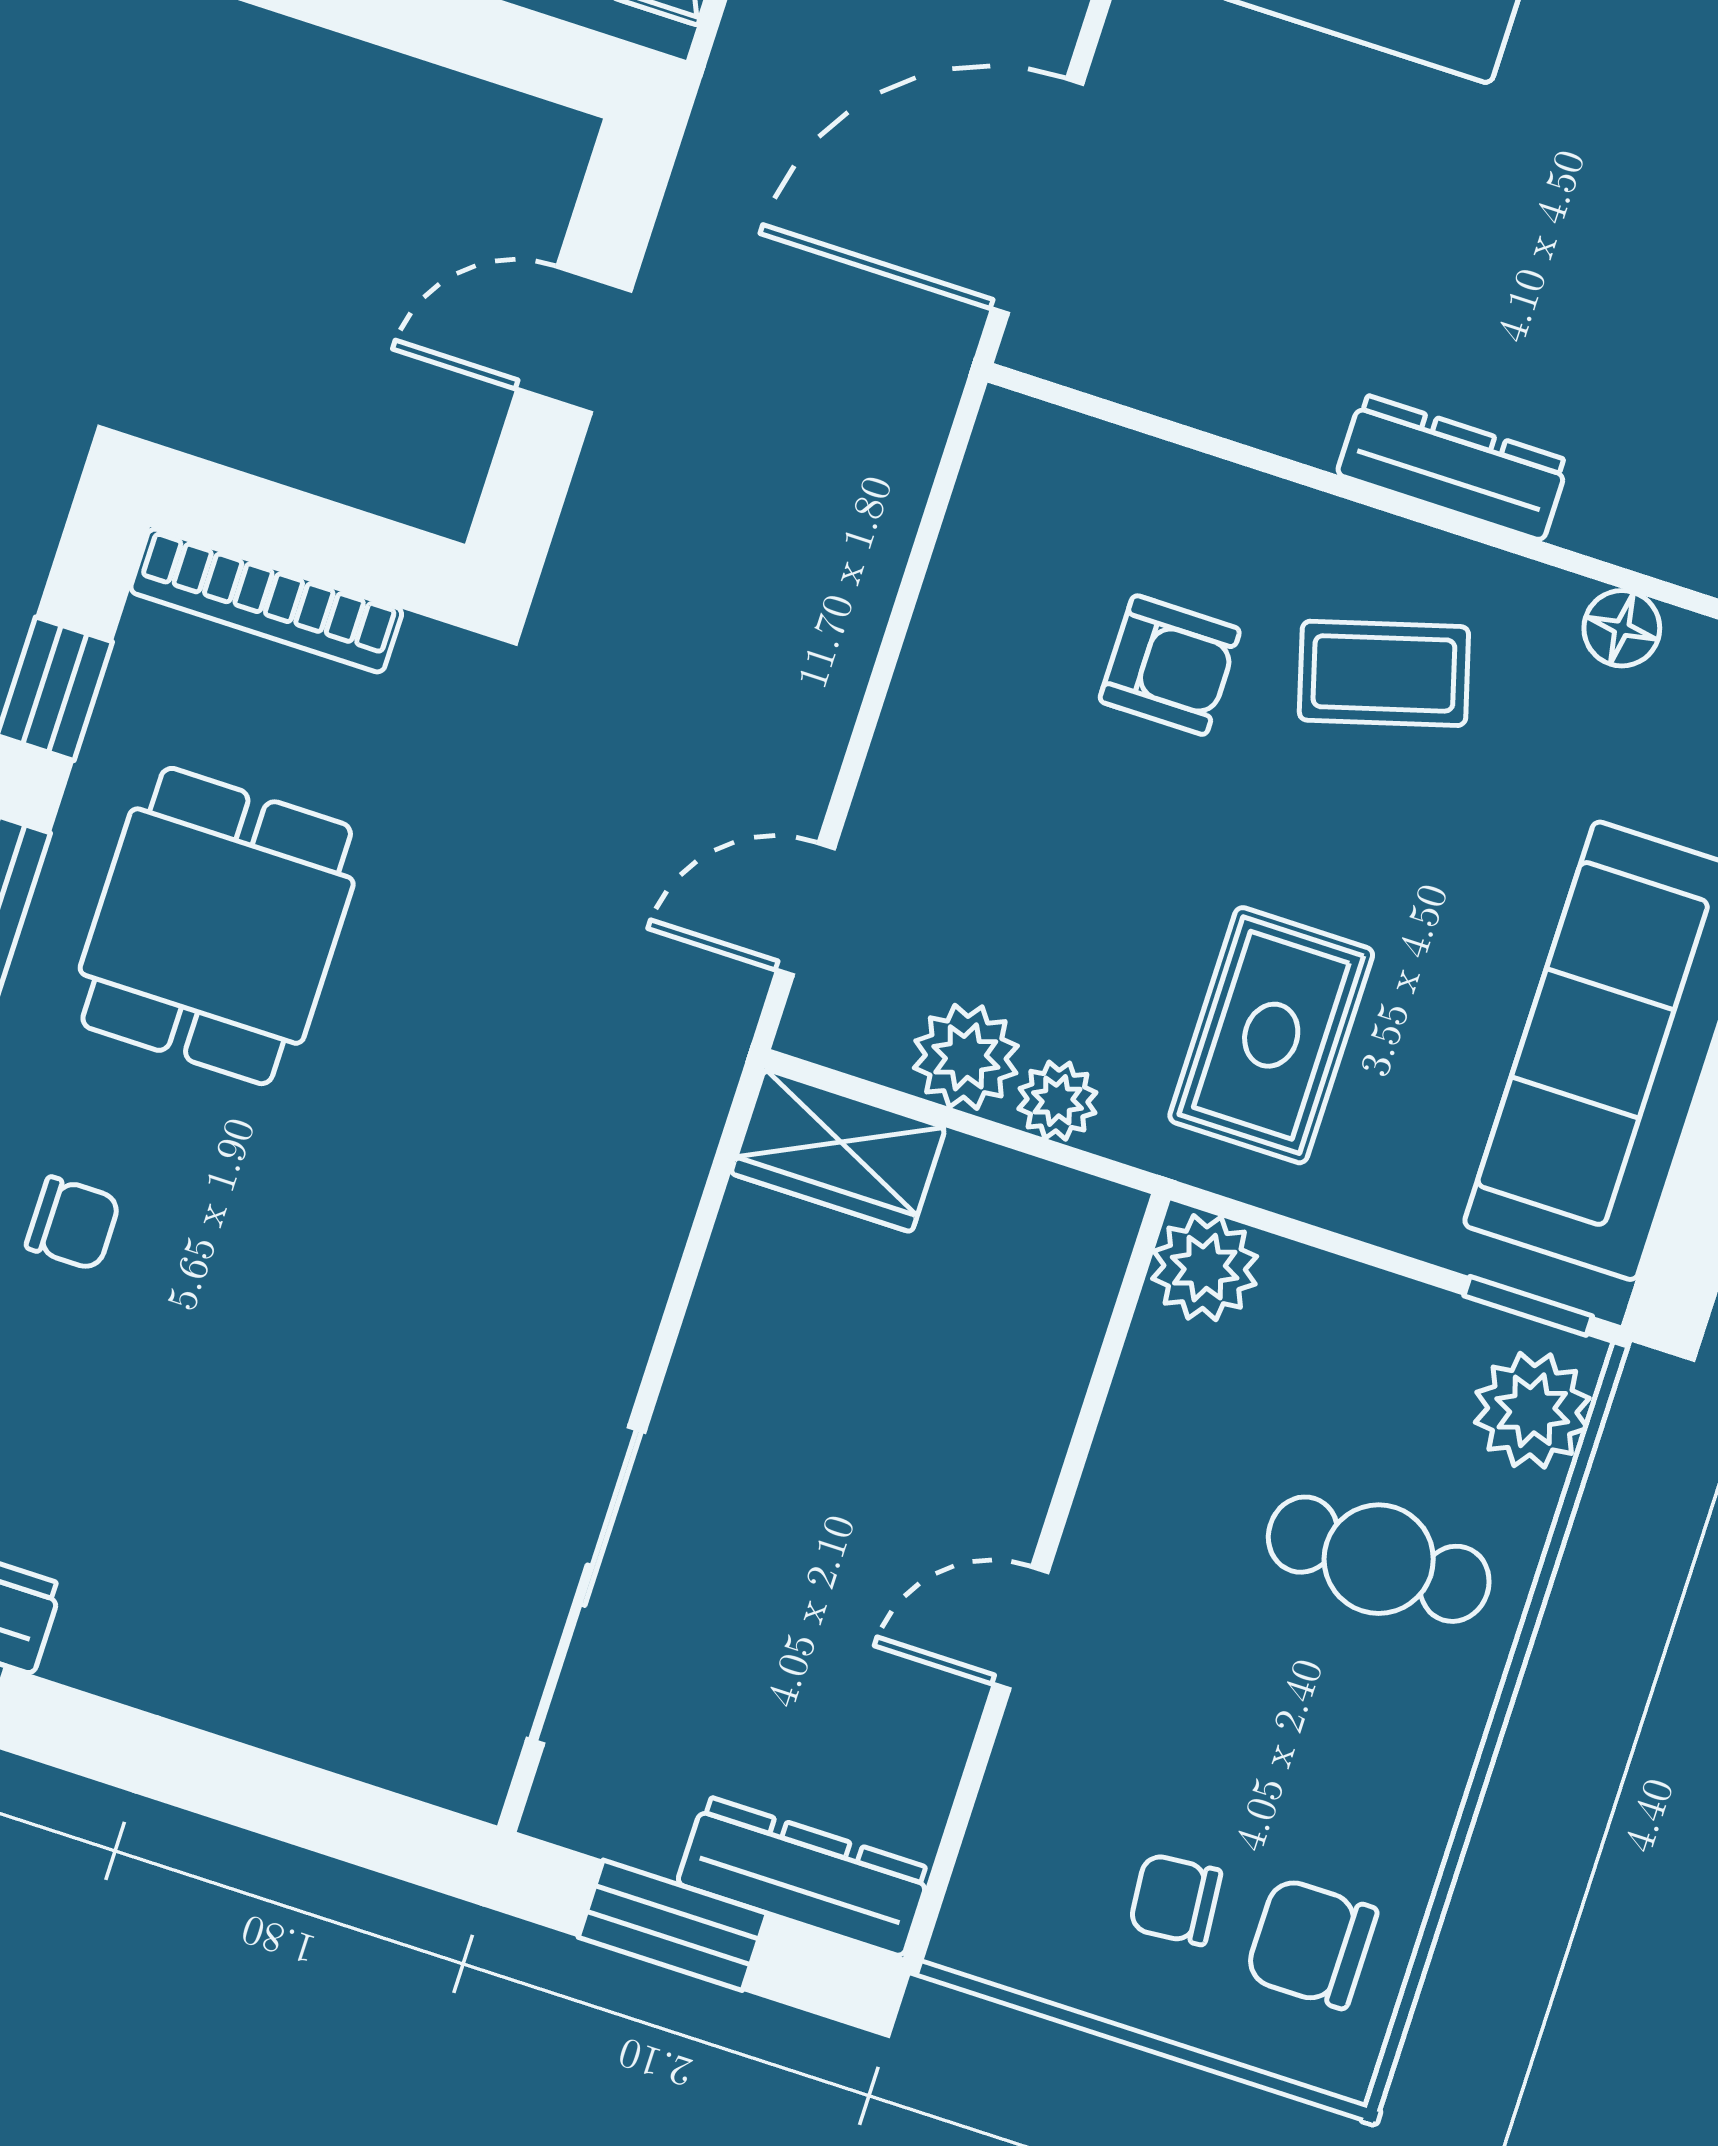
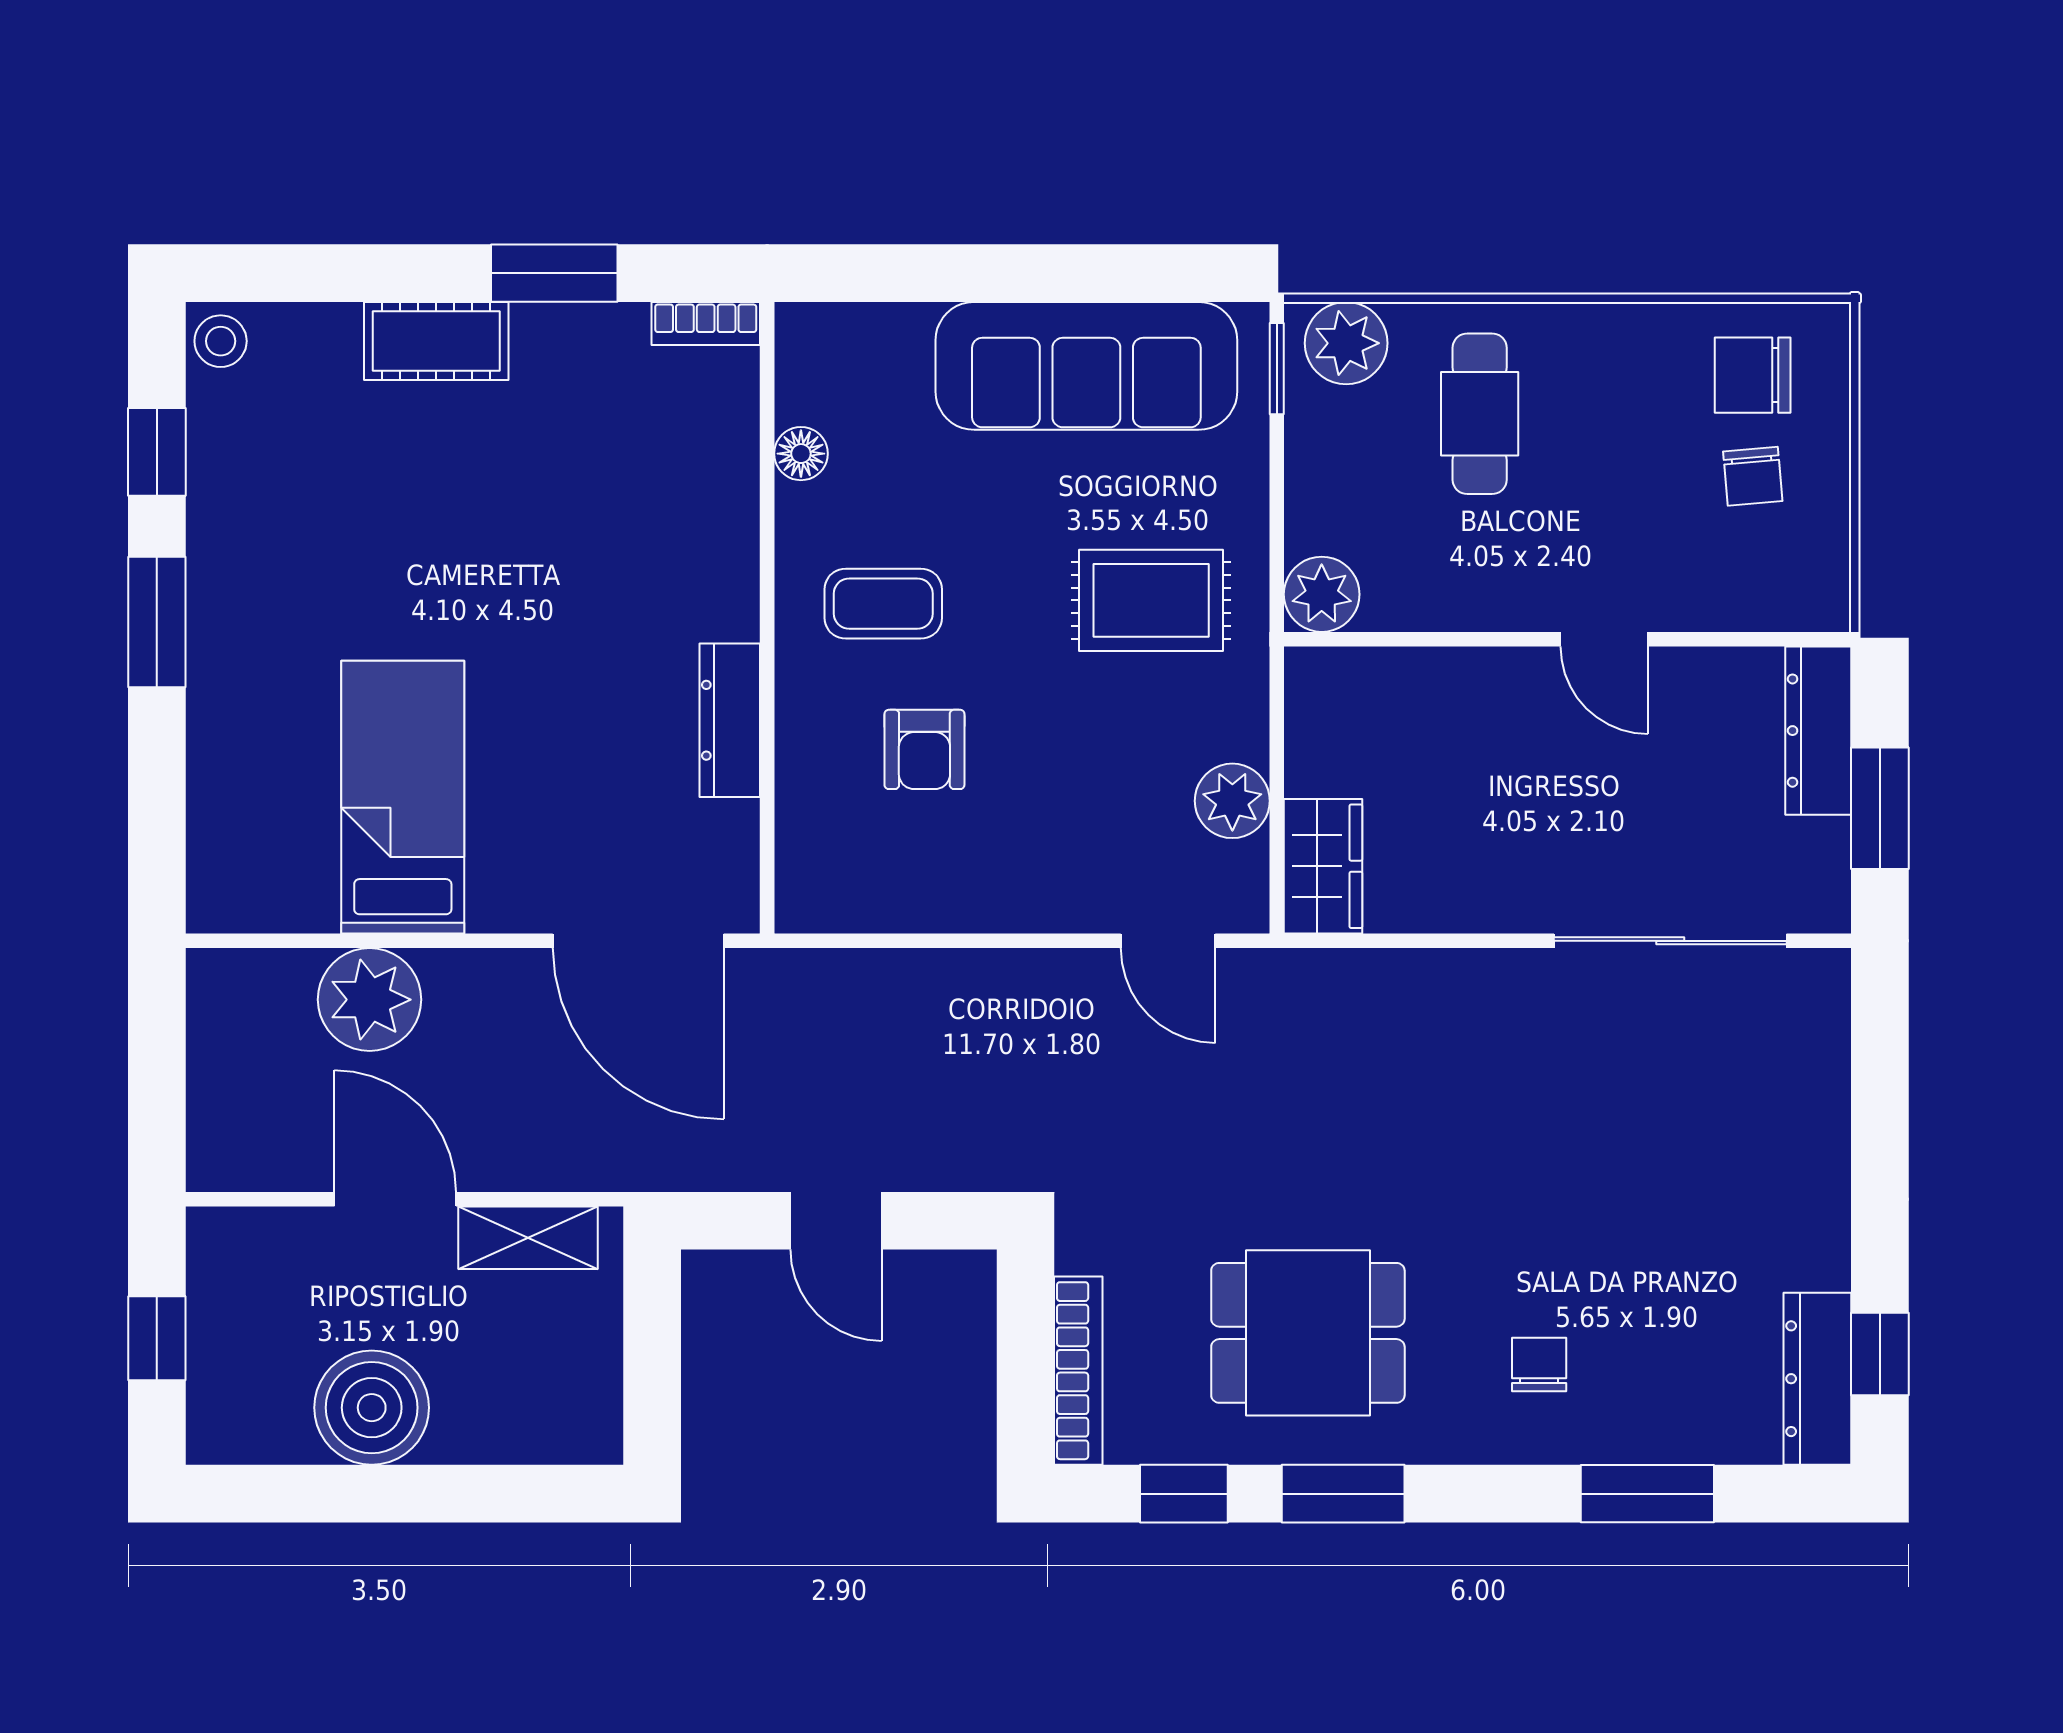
dresser: (1453, 467) -> (730, 720), moved
armchair: (1170, 665) -> (924, 749), turned 180
coffee table: (1384, 673) -> (883, 604), turned -74
plant: (1057, 1101) -> (1242, 730), removed
chair: (1311, 1943) -> (1753, 375), turned 90

